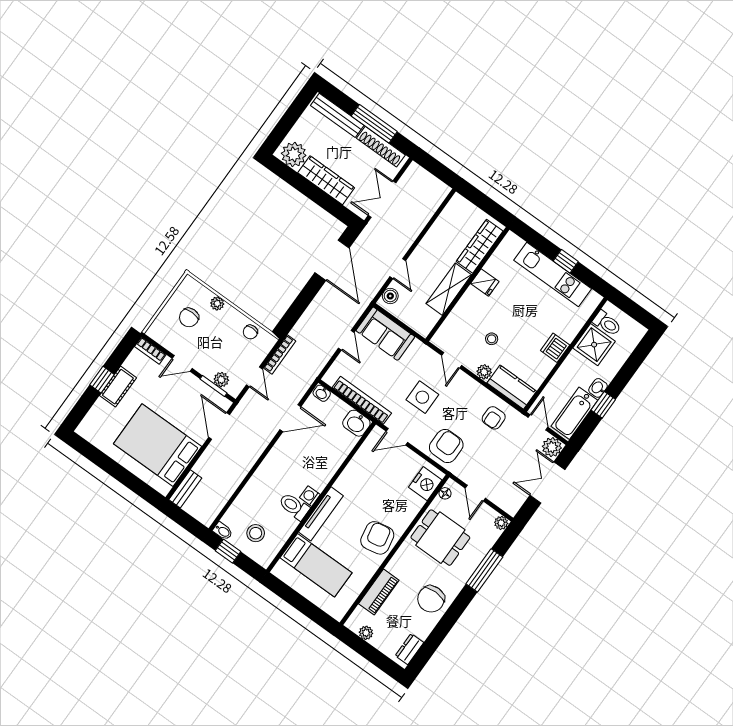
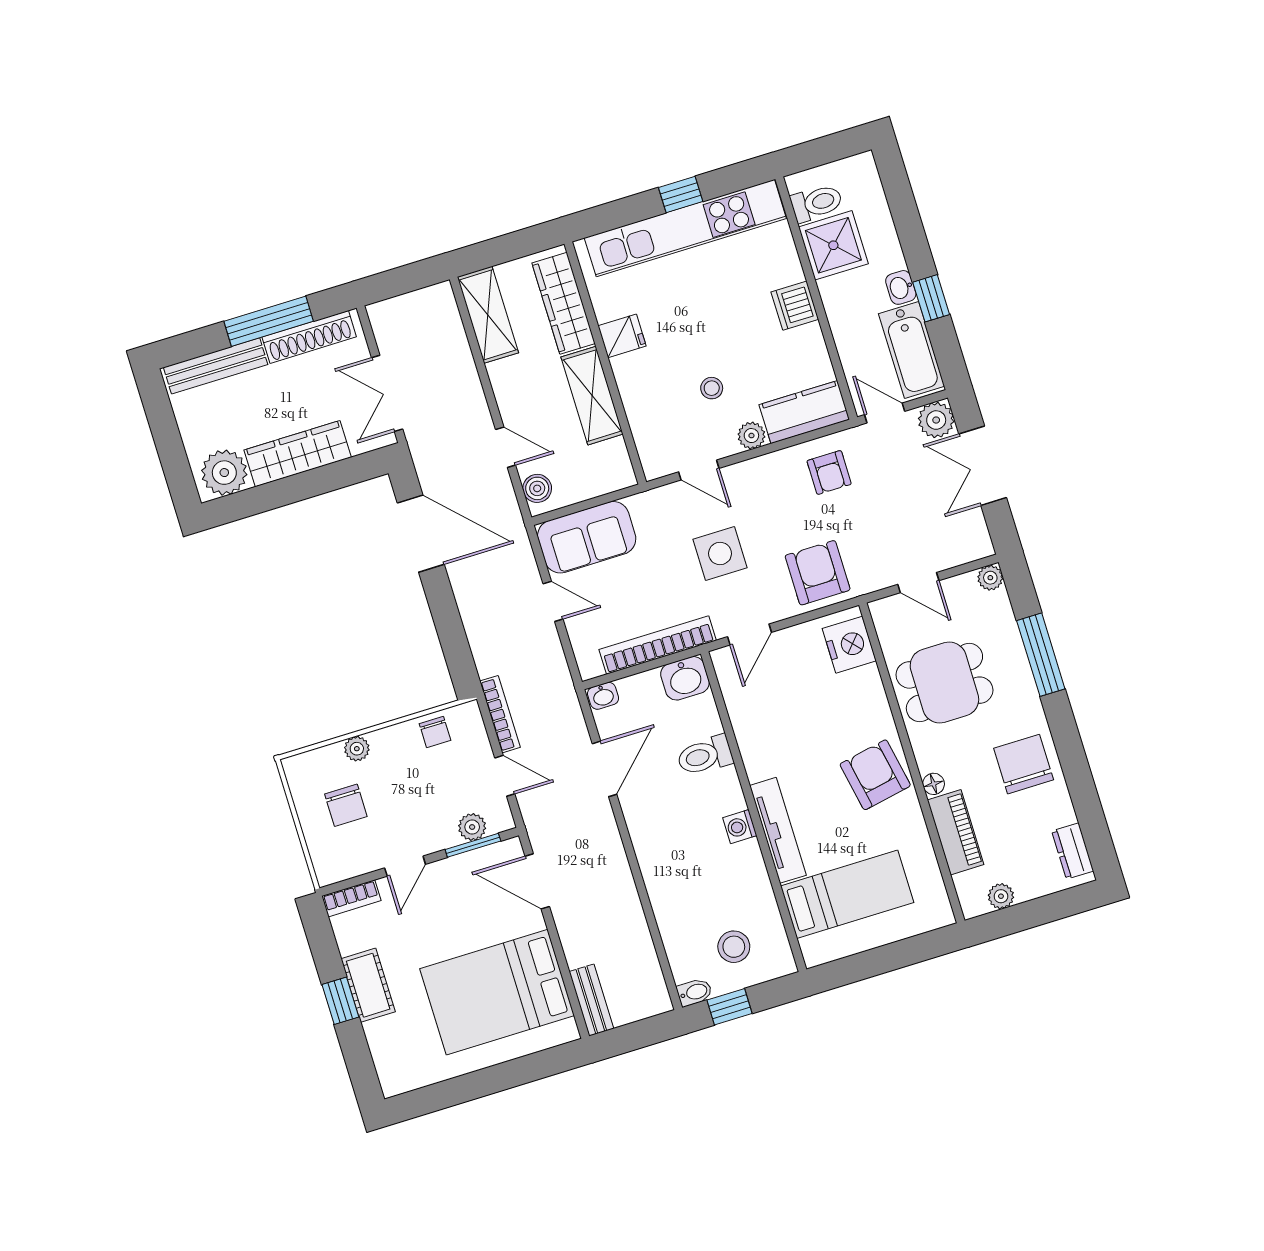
shelving: (450, 217) -> (488, 315), added
kitchen unit: (553, 274) -> (685, 228), width x1.36
floor lamp: (445, 493) -> (934, 784), moved
toilet: (294, 506) -> (705, 756), moved
chair: (431, 599) -> (1024, 764), turned 180

